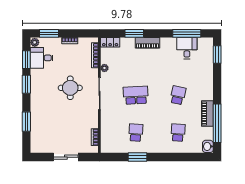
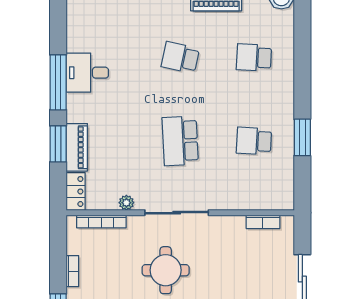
window: (187, 33) -> (58, 82), moved
piano: (148, 43) -> (77, 147), moved
desk: (187, 48) -> (87, 73), moved

